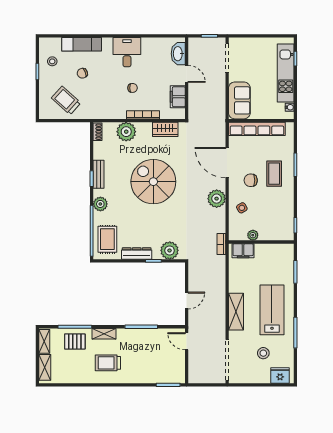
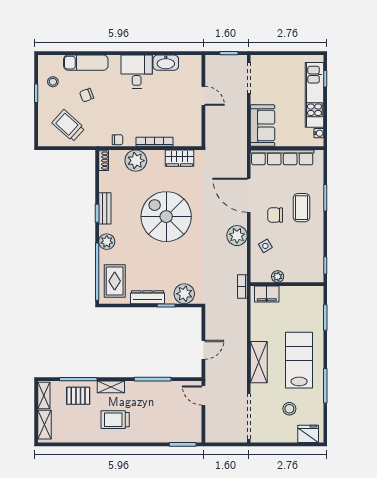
washbasin: (178, 54) -> (166, 63), moved, turned -90
chair: (133, 88) -> (118, 140), moved
filing cabinet: (178, 97) -> (193, 121), removed

